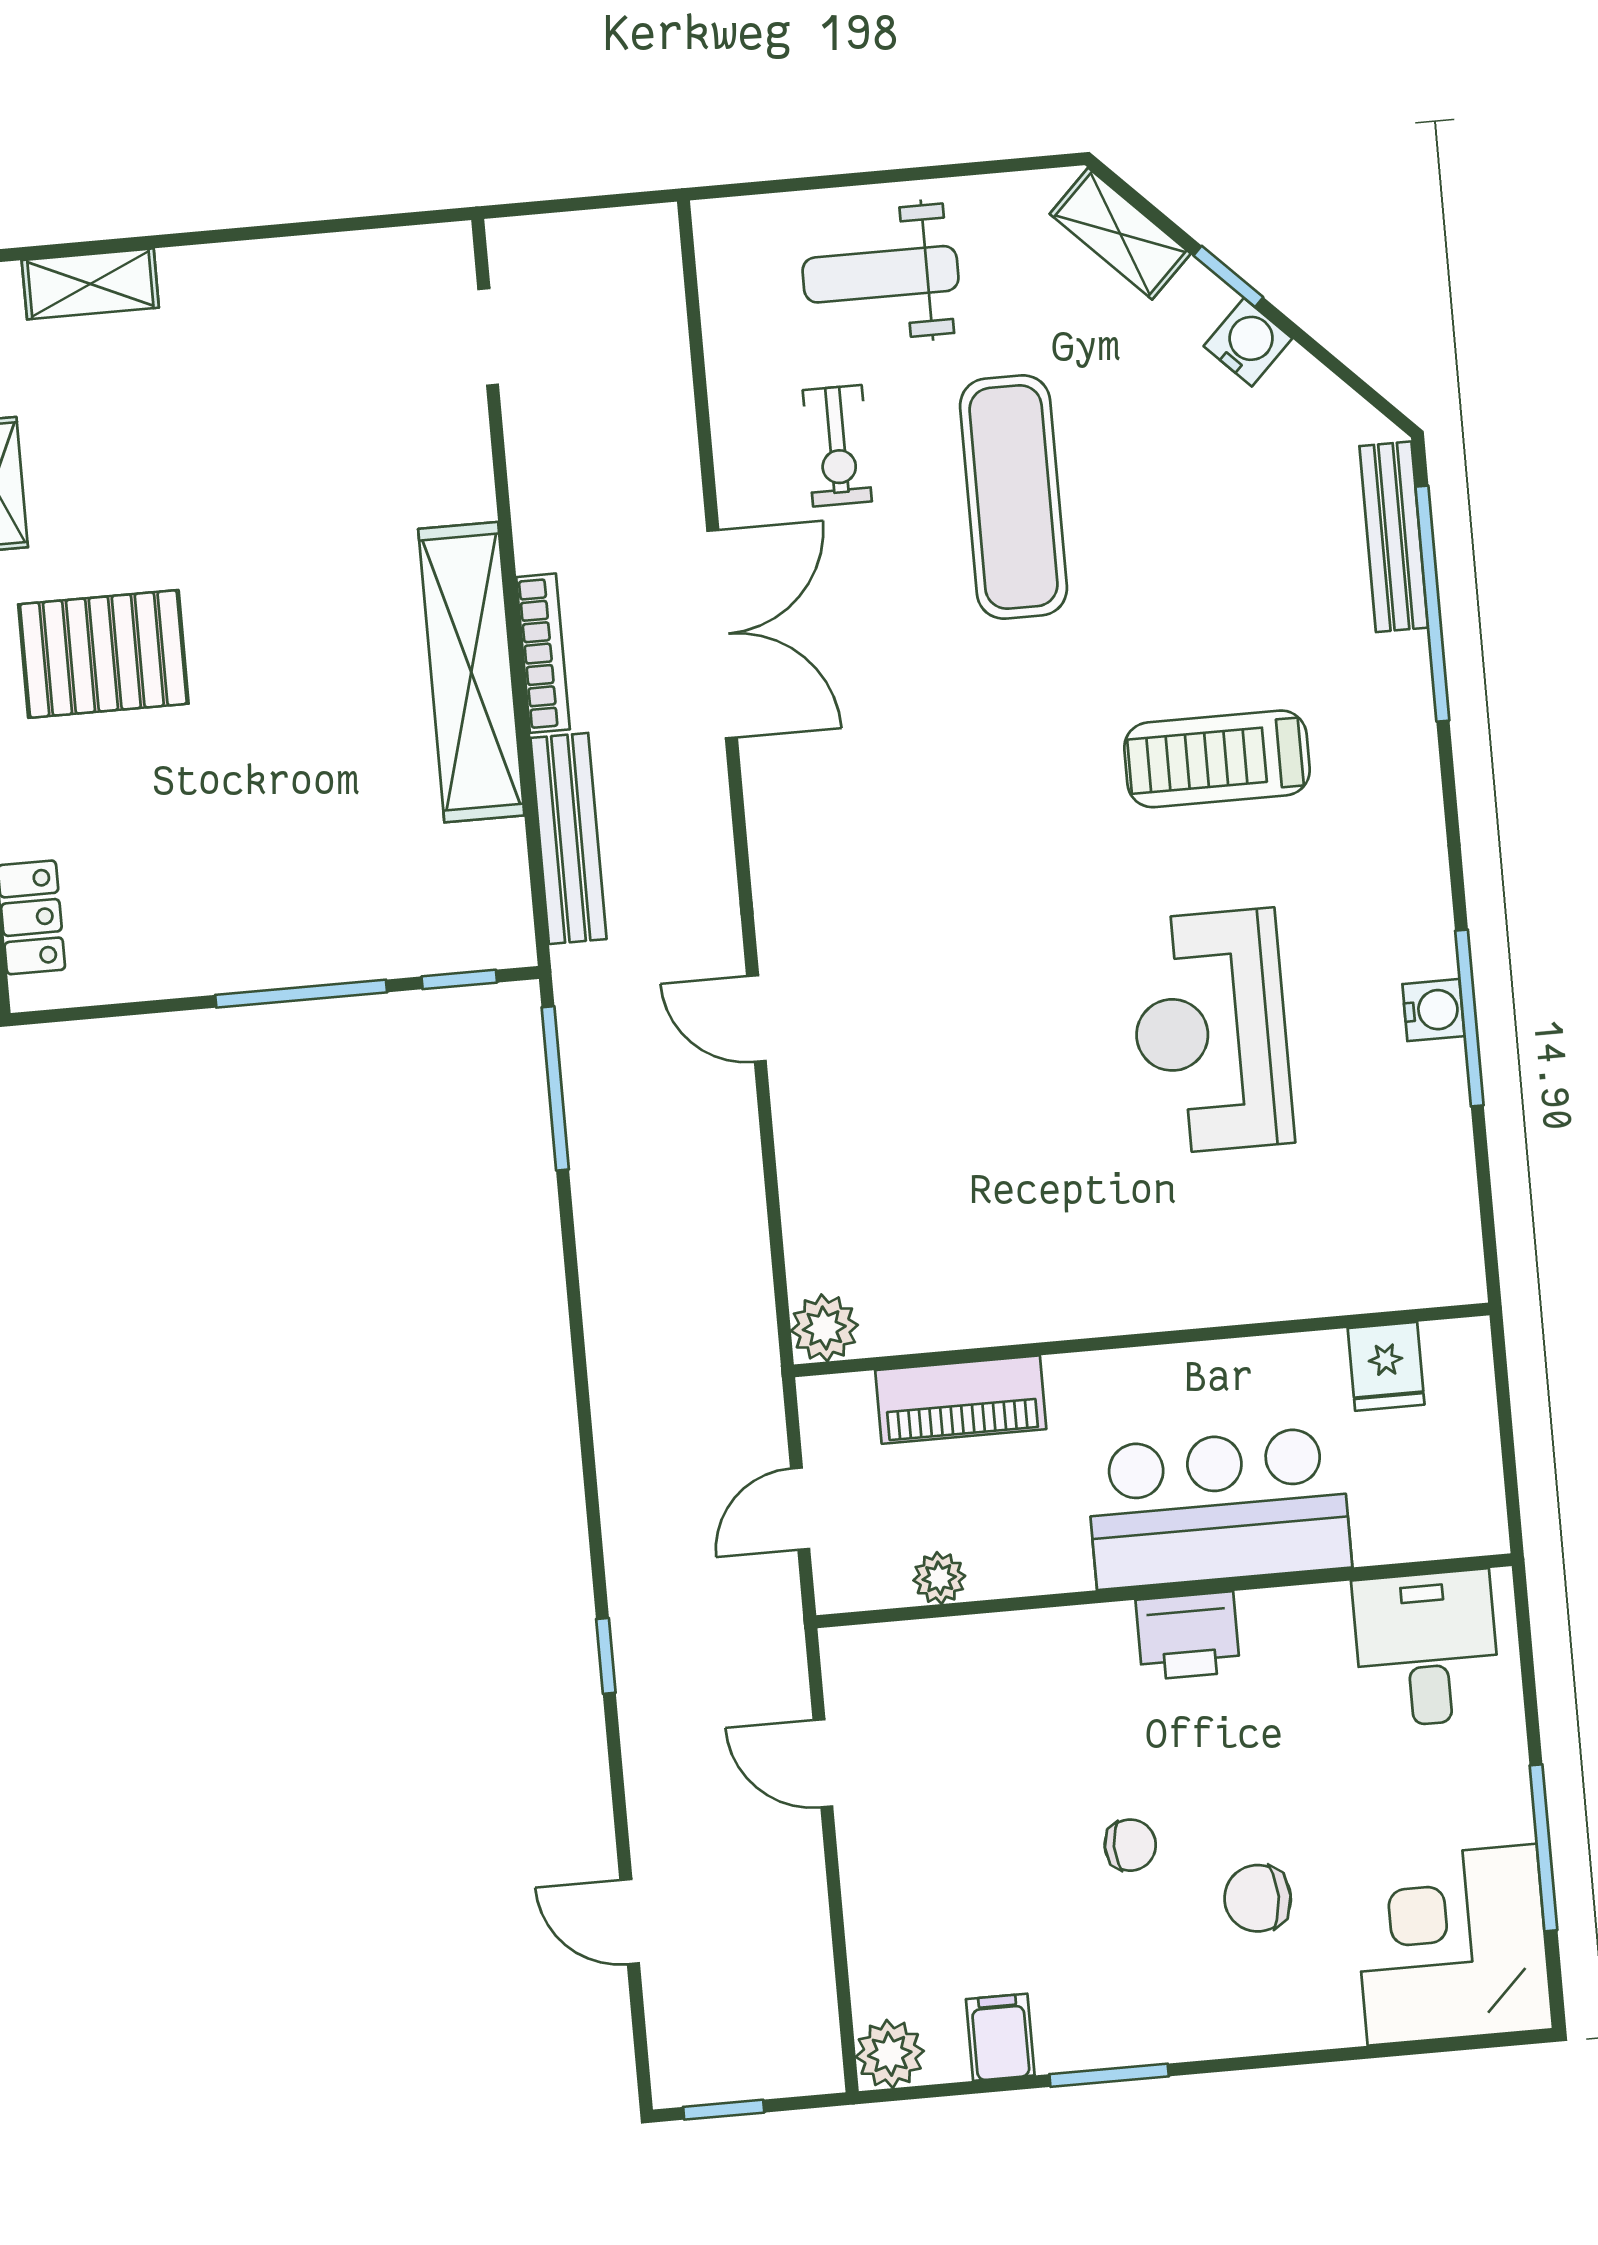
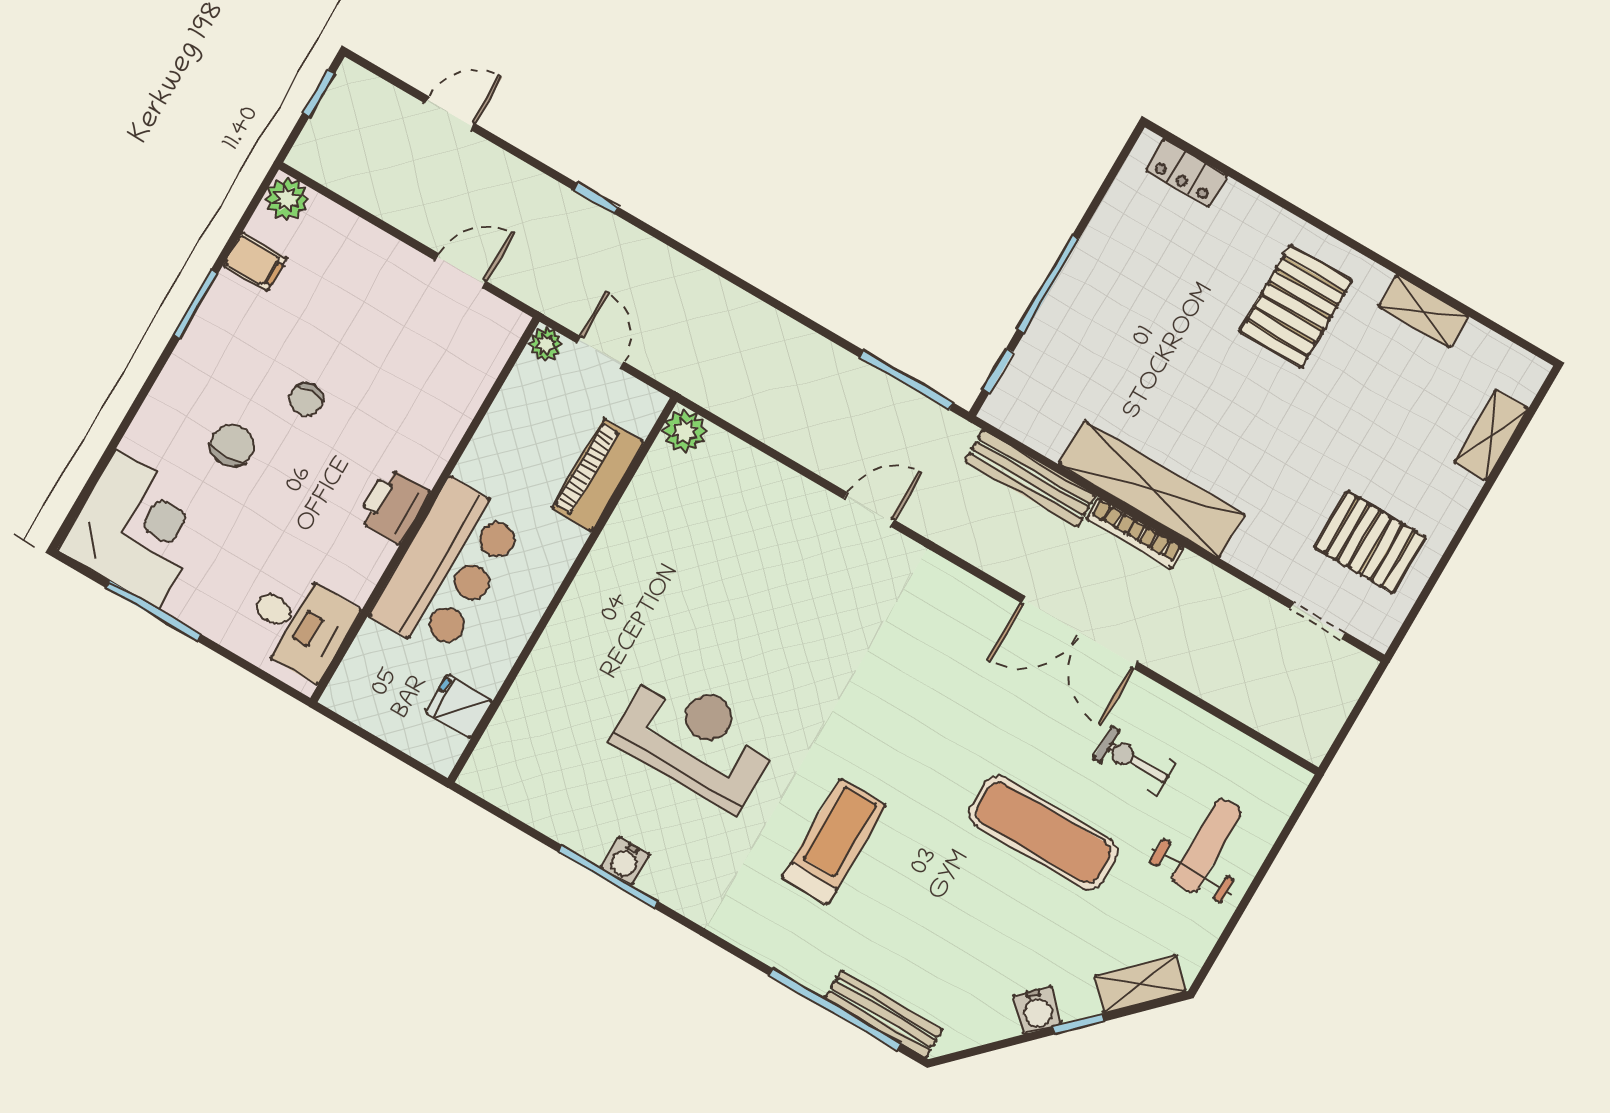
pallet: (339, 342) -> (1370, 542), added
plant: (939, 1578) -> (546, 344), moved

